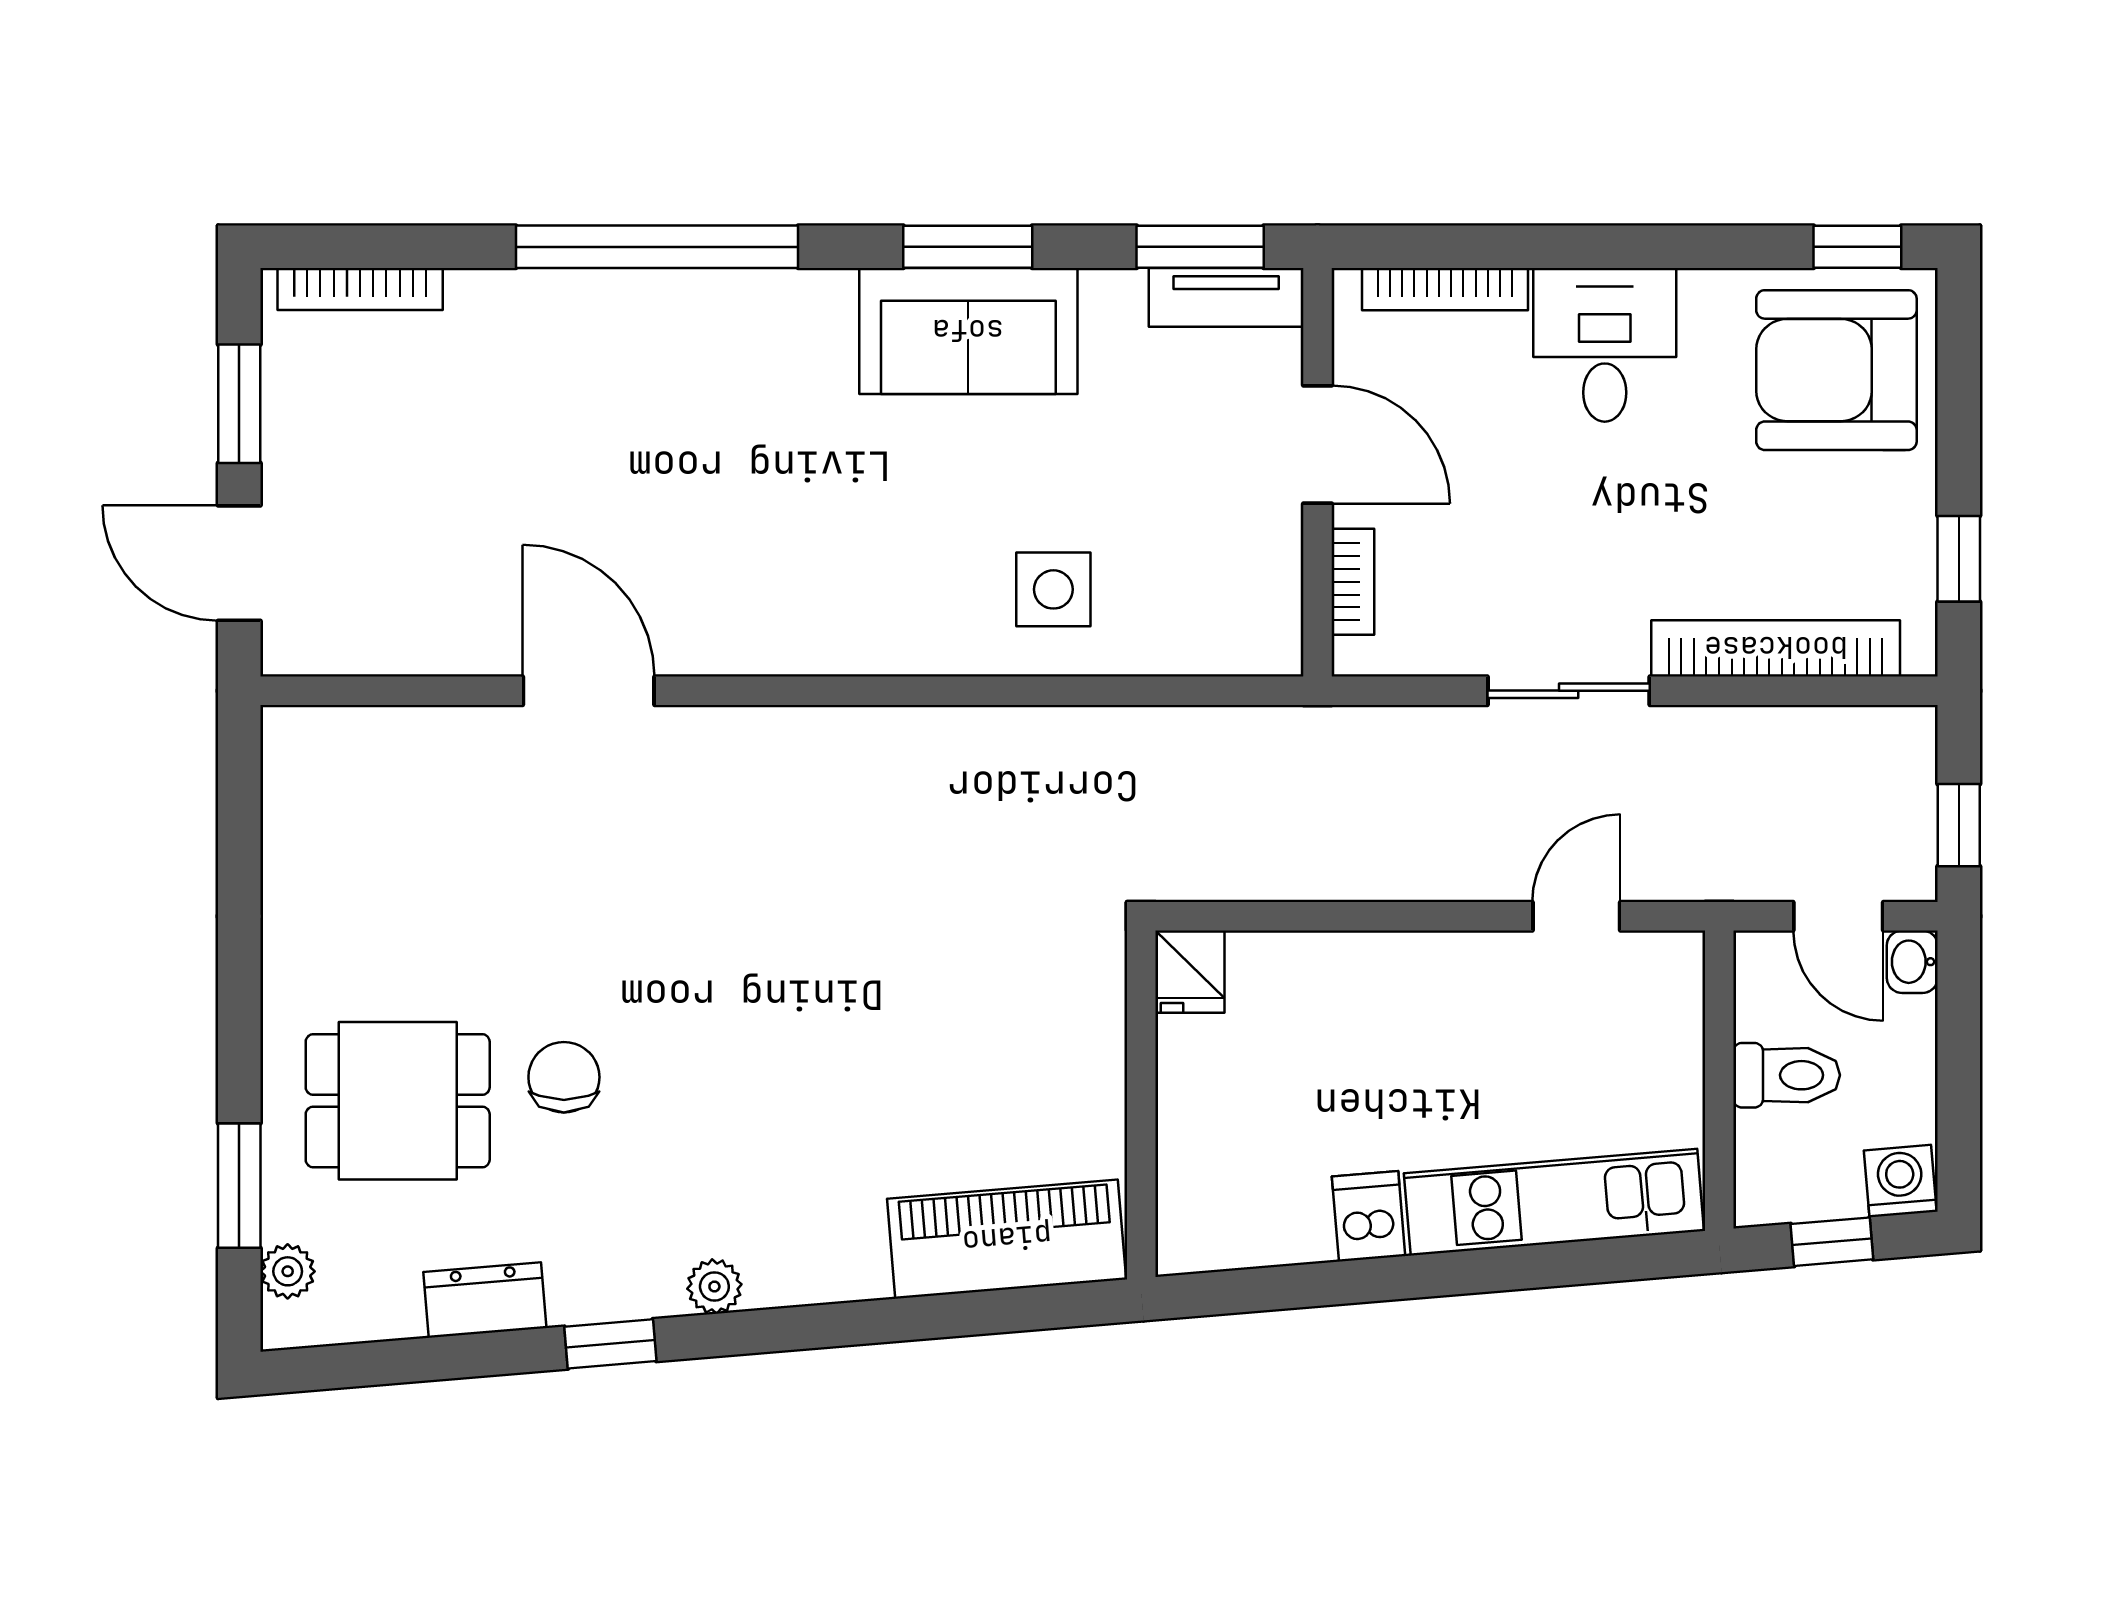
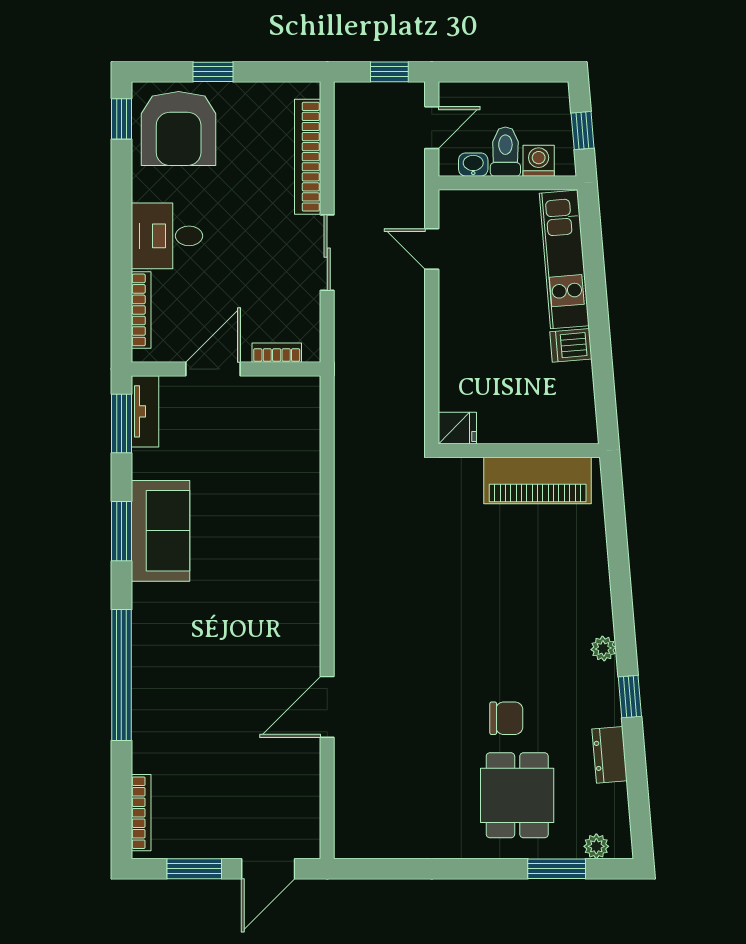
window: (1959, 559) -> (213, 72), moved
side table: (1053, 589) -> (280, 491), removed
washbasin: (1912, 962) -> (473, 165), moved, turned 180
chair: (564, 1077) -> (506, 718), turned 180
washing machine: (1900, 1181) -> (539, 161), moved, turned 95
piano: (1007, 1239) -> (538, 481), moved, turned -85

